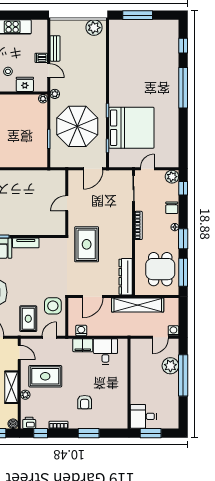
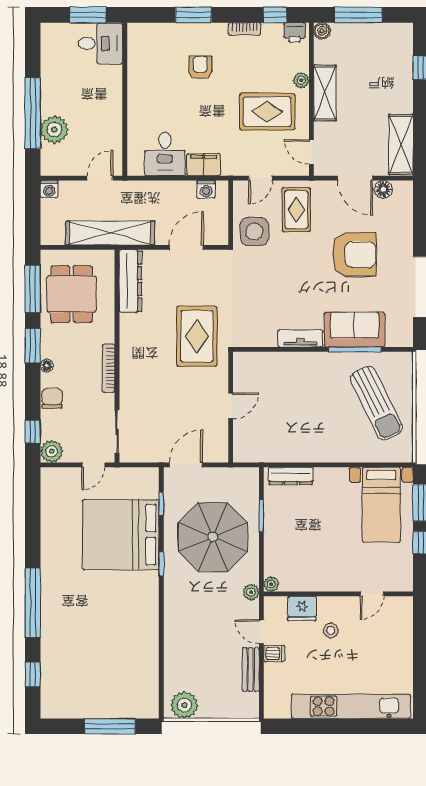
dresser: (31, 162) -> (291, 476), added
door: (161, 337) -> (100, 178), moved

